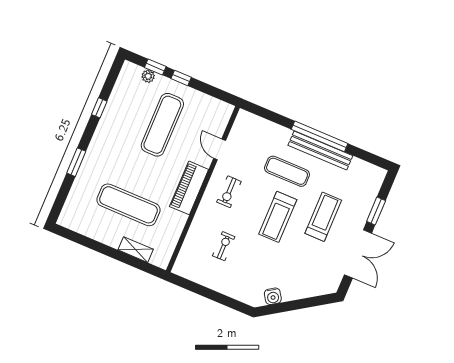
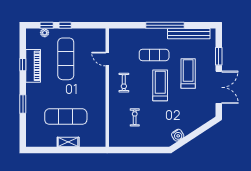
bench: (320, 150) -> (189, 34), moved
piano: (189, 188) -> (33, 66), moved, turned 180
treadmill: (278, 217) -> (160, 85), turned 180
shelving: (136, 250) -> (68, 142), moved

